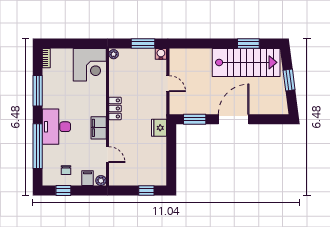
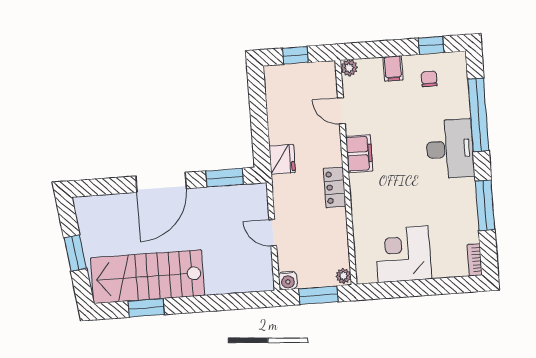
plant: (114, 54) -> (343, 276), moved
locker: (115, 108) -> (335, 187), moved
wall: (107, 117) -> (346, 172), moved
filing cabinet: (99, 128) -> (359, 154), moved
door: (107, 155) -> (341, 111), moved
plant: (101, 181) -> (349, 68), moved

